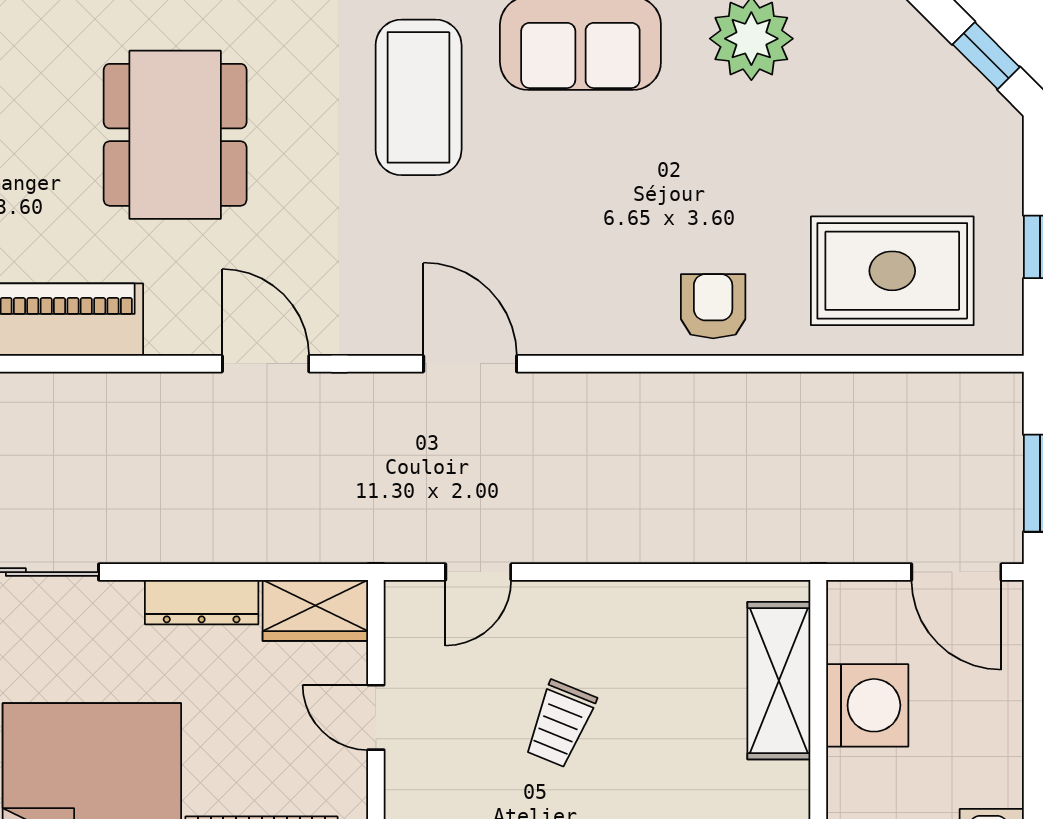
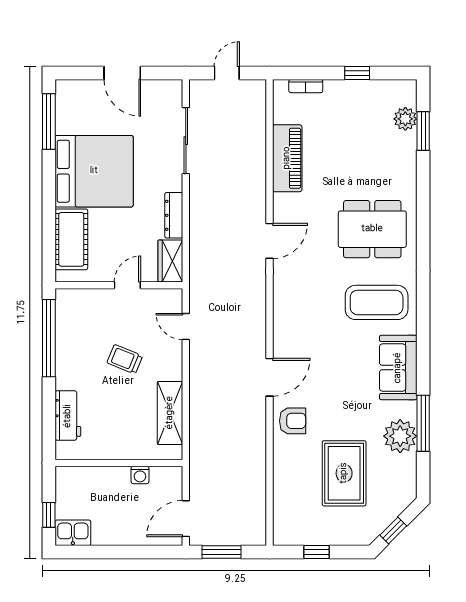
dining table: (175, 135) -> (372, 229), moved
rug: (892, 271) -> (344, 473), moved
door: (470, 364) -> (269, 377), moved
shelving: (779, 681) -> (170, 413), moved, turned 90
washing machine: (867, 705) -> (140, 475), width x0.53, depth x0.53

